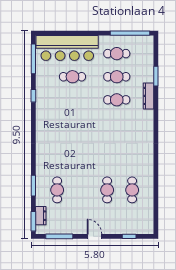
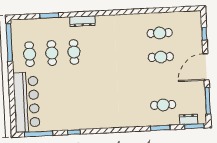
cafe table: (72, 77) -> (54, 96), removed
dresser: (148, 96) -> (82, 21), moved
door: (95, 236) -> (206, 67), width x1.87

